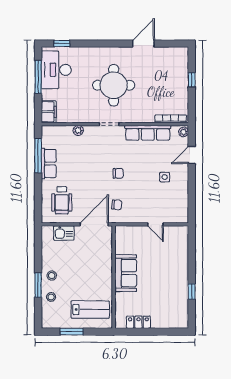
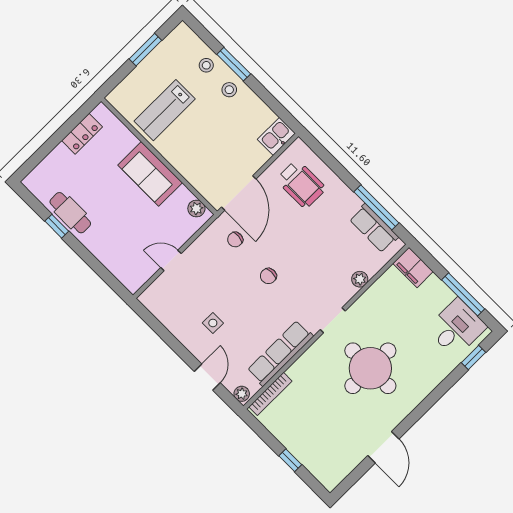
desk: (56, 70) -> (457, 328), width x0.73
row of seats: (49, 164) -> (374, 228), moved
wheelchair: (62, 200) -> (301, 184), turned 180
kitchen sink: (64, 233) -> (276, 136), moved
plant: (120, 236) -> (196, 208), added
cafe table: (179, 292) -> (70, 213), added
lab bench: (90, 310) -> (165, 110), moved

